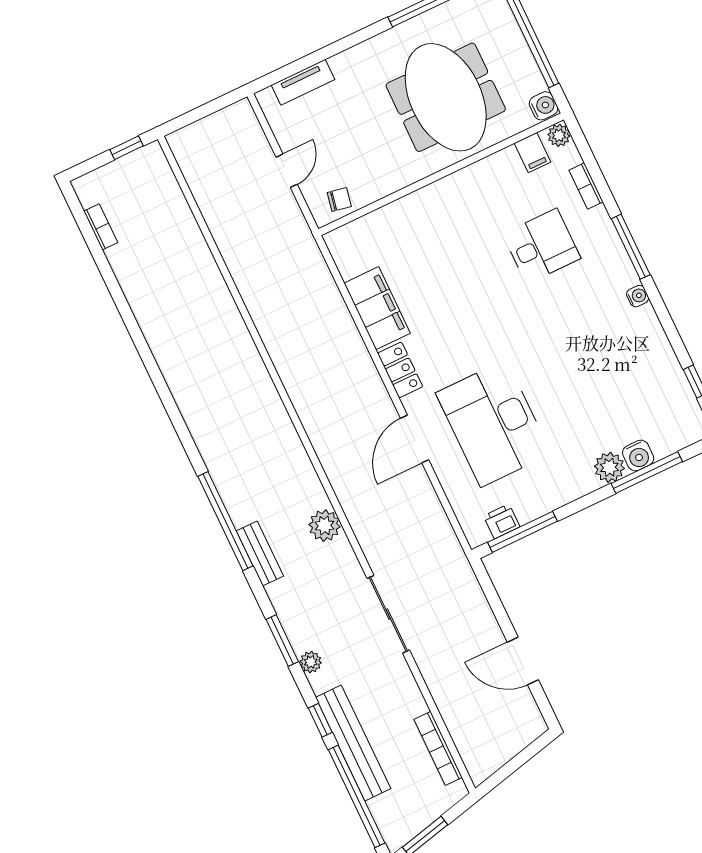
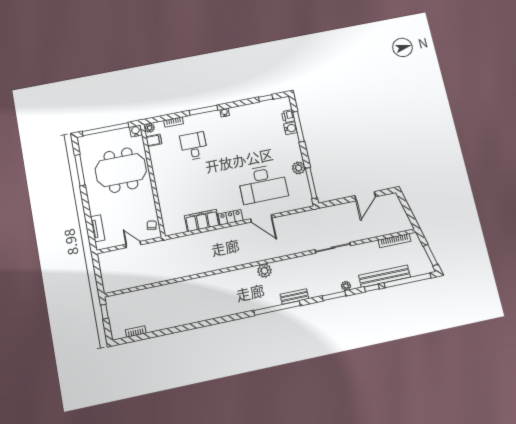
plant: (609, 467) -> (299, 168), moved
printer: (502, 521) -> (288, 116), moved
plant: (325, 526) -> (264, 271), moved

